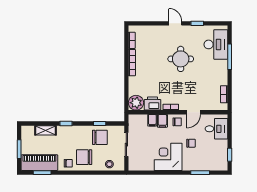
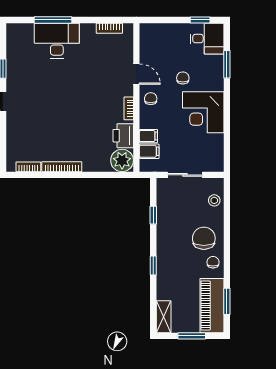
desk: (216, 44) -> (57, 41), moved
round table: (181, 59) -> (56, 93), removed
filing cabinet: (162, 121) -> (149, 151), moved
desk: (216, 129) -> (207, 39), moved, turned 90
shelving: (46, 130) -> (164, 317), moved
chair: (100, 137) -> (174, 215), removed
chair: (84, 157) -> (204, 238), turned 180

